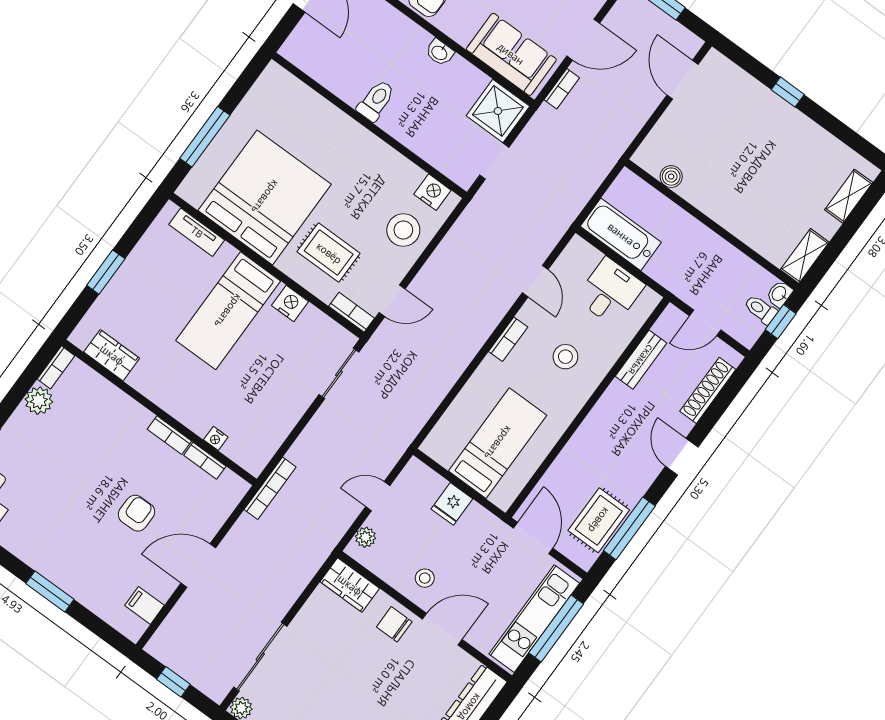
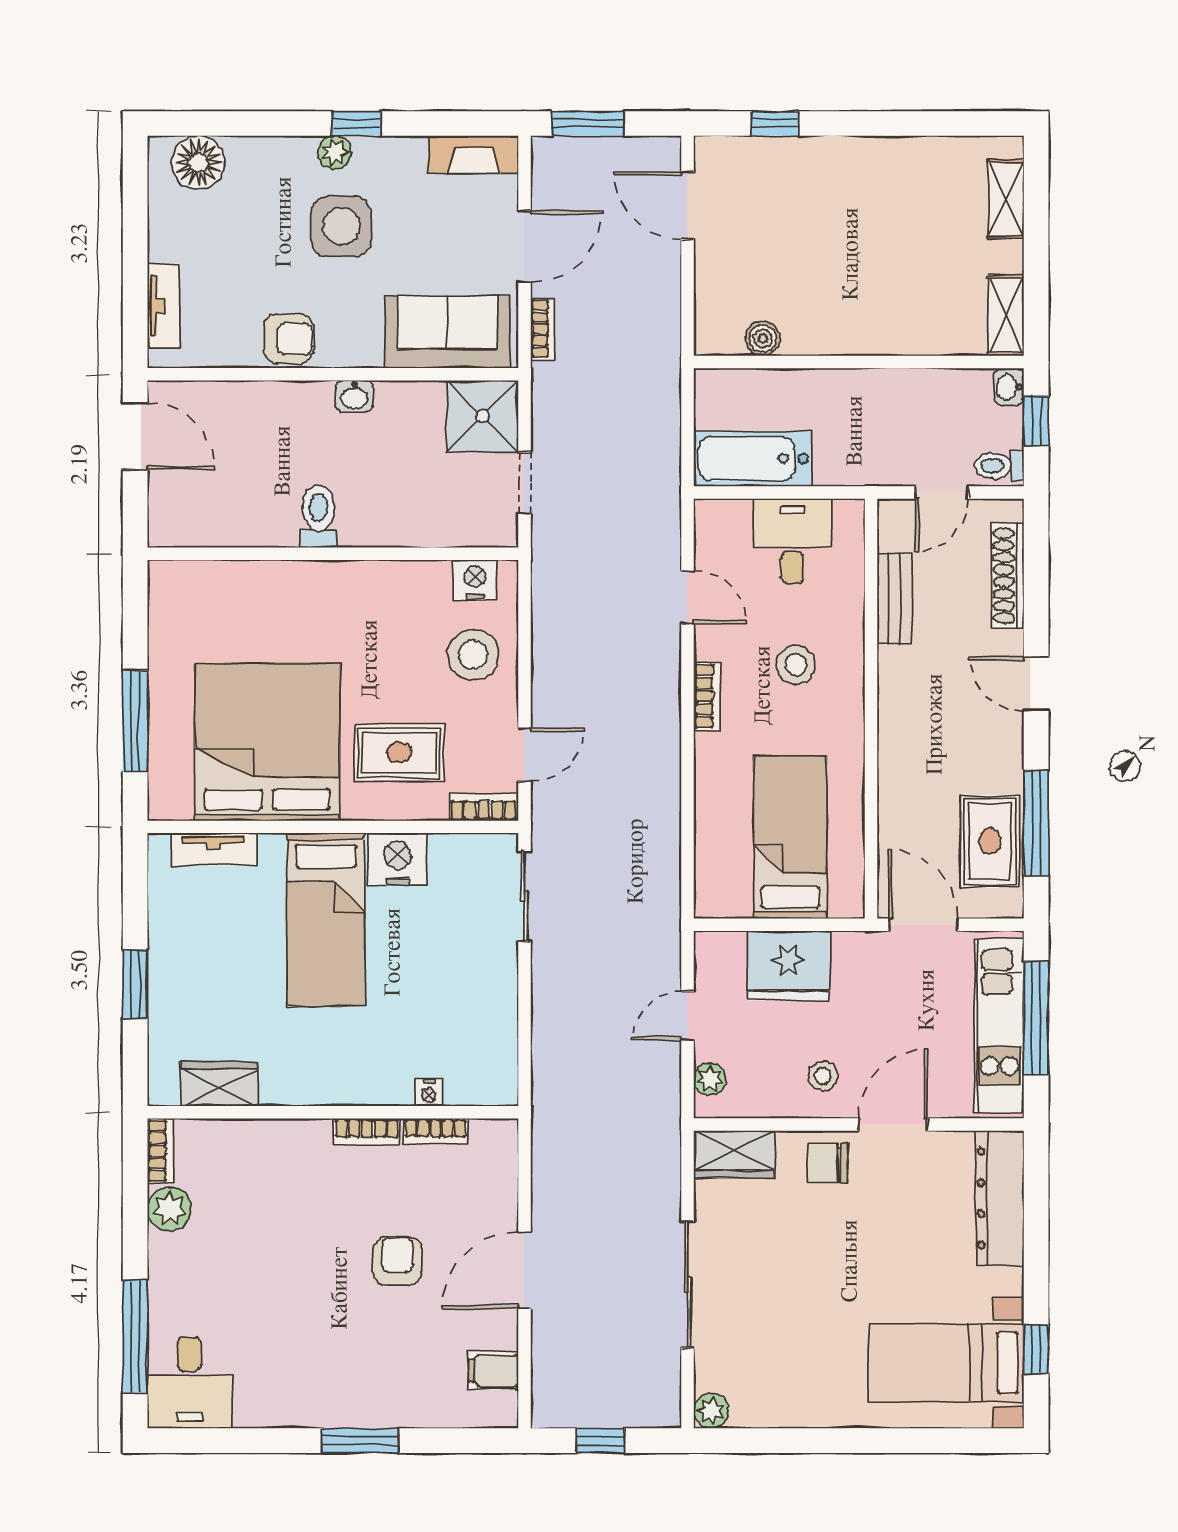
window: (788, 92) -> (775, 124), moved
nightstand: (290, 303) -> (398, 859), width x1.36, depth x1.33
toilet: (761, 309) -> (999, 466), moved
bookcase: (270, 488) -> (544, 1106), removed
fridge: (452, 504) -> (789, 966), width x1.88, depth x1.34
sliding door: (260, 657) -> (688, 1285), moved

